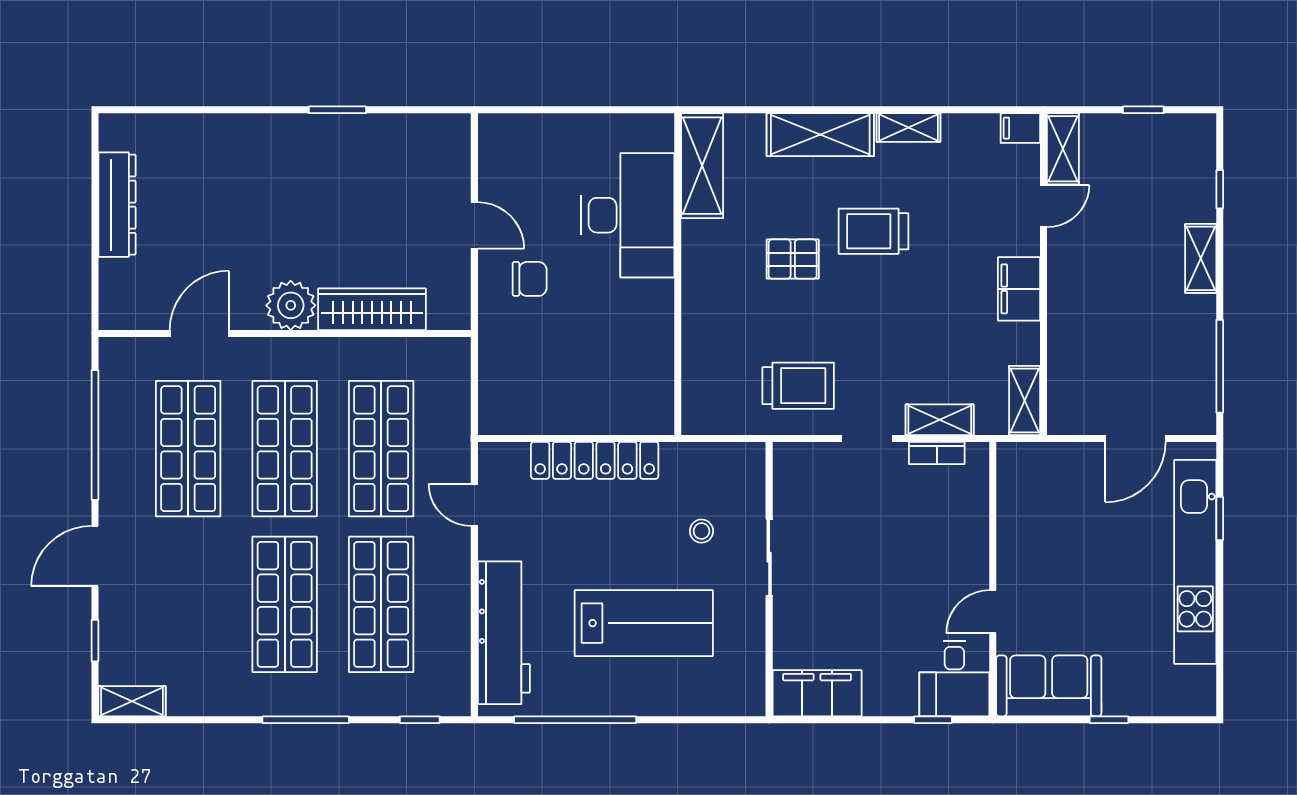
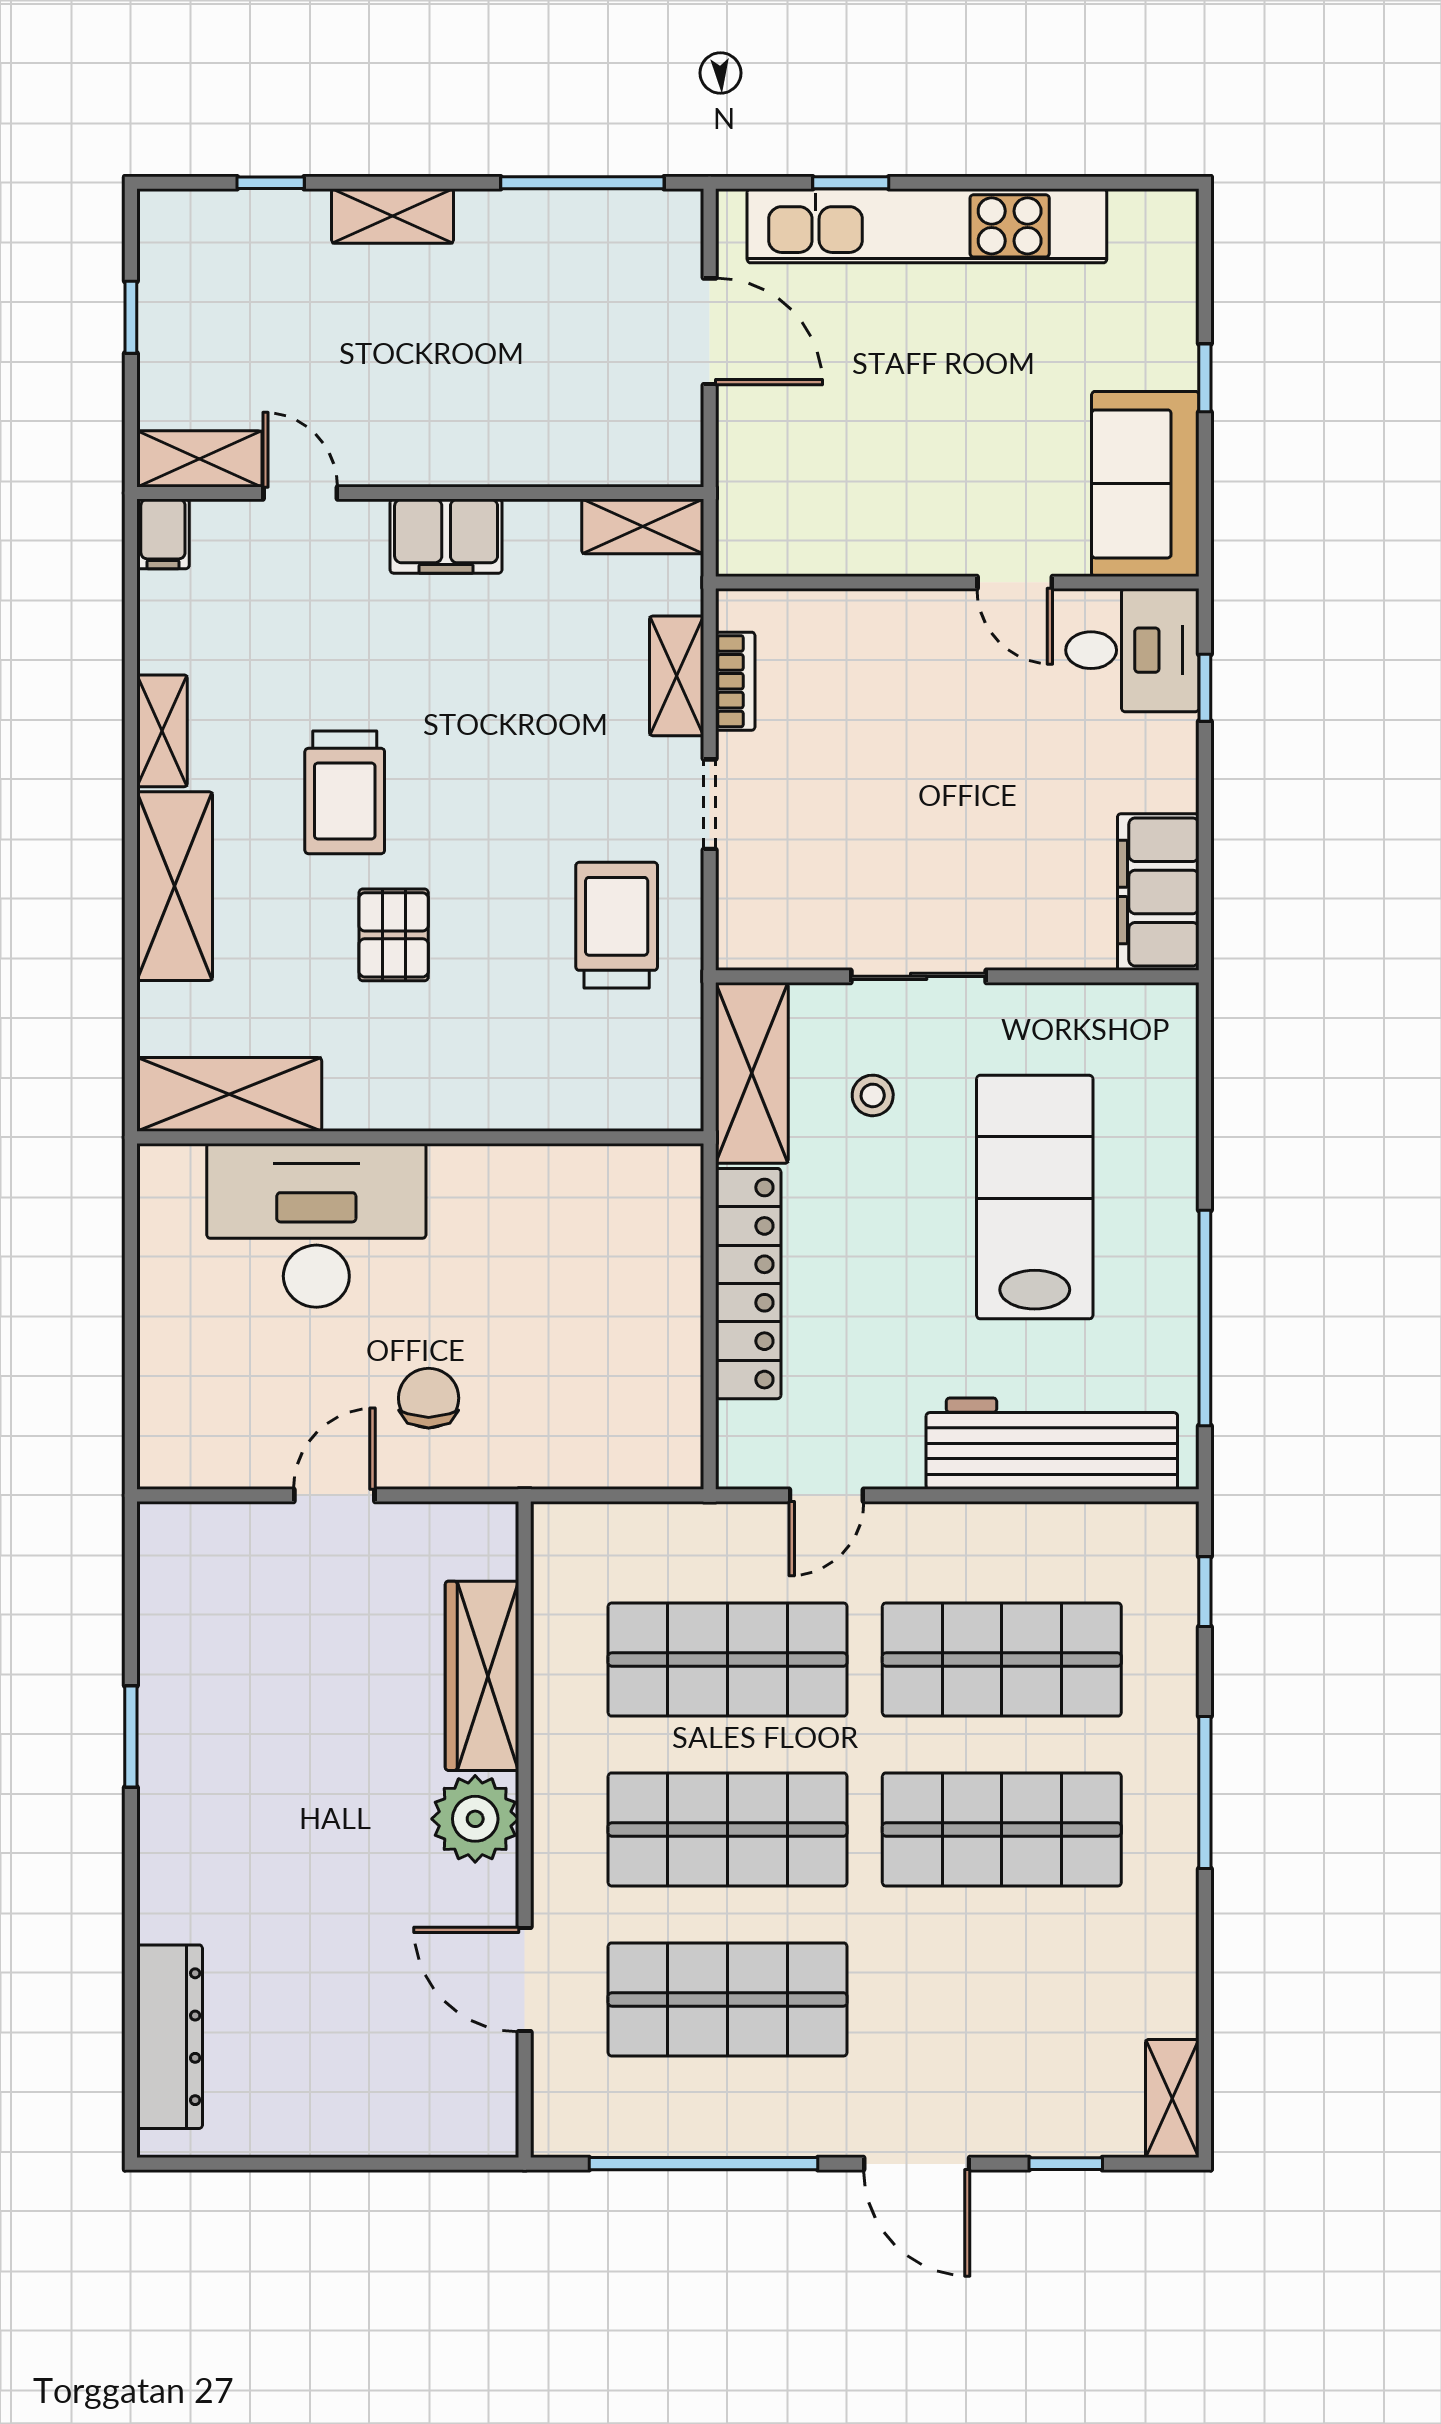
dresser: (117, 205) -> (170, 2037), moved, turned 90
shelving: (714, 462) -> (752, 1073), added

